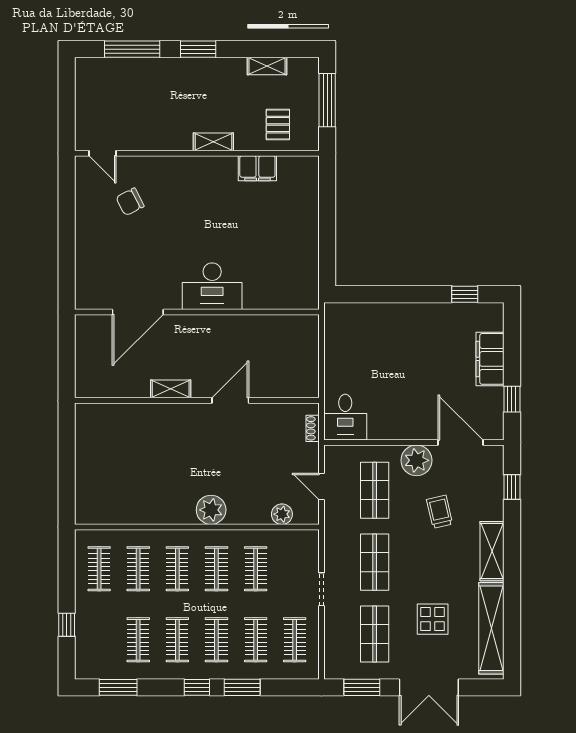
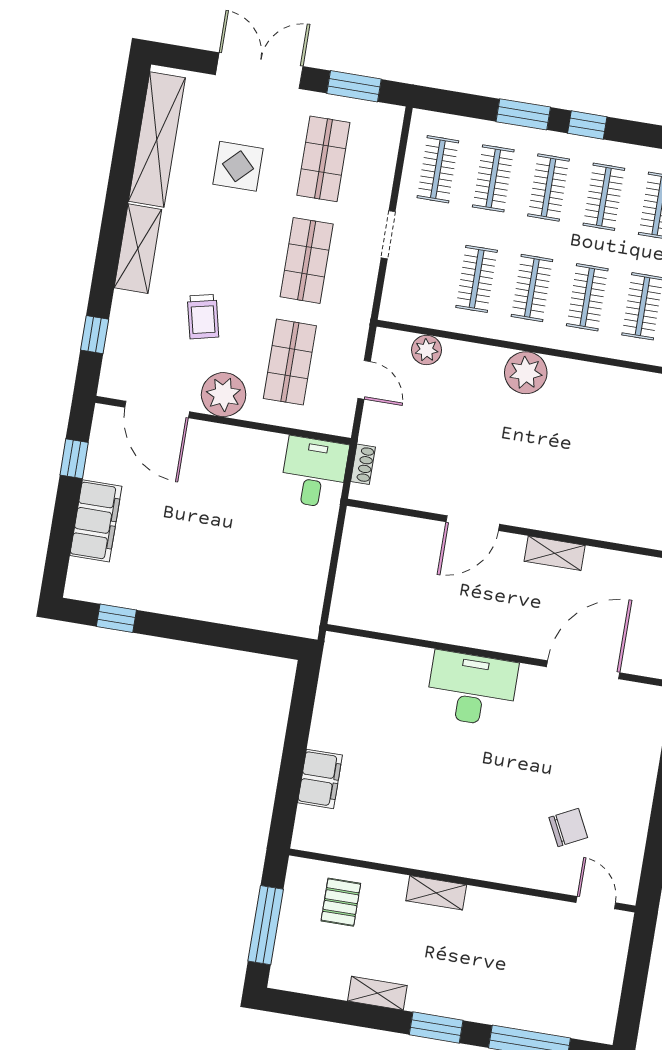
shelving: (267, 66) -> (377, 993), moved
filing cabinet: (257, 168) -> (320, 779), moved, turned 90

